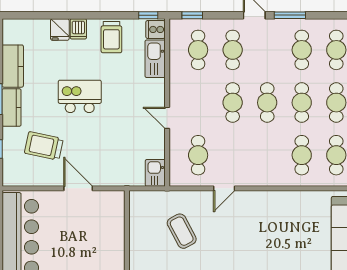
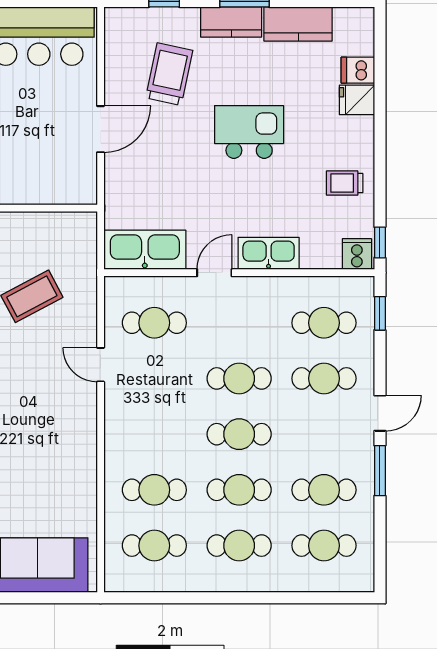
dishwasher: (78, 29) -> (358, 70), moved
trolley: (111, 37) -> (345, 183), width x0.73, depth x0.72
kitchen sink: (155, 59) -> (269, 253), moved
kitchen island: (80, 96) -> (249, 132), turned -90
kitchen sink: (155, 173) -> (145, 250), width x1.87, depth x1.24

